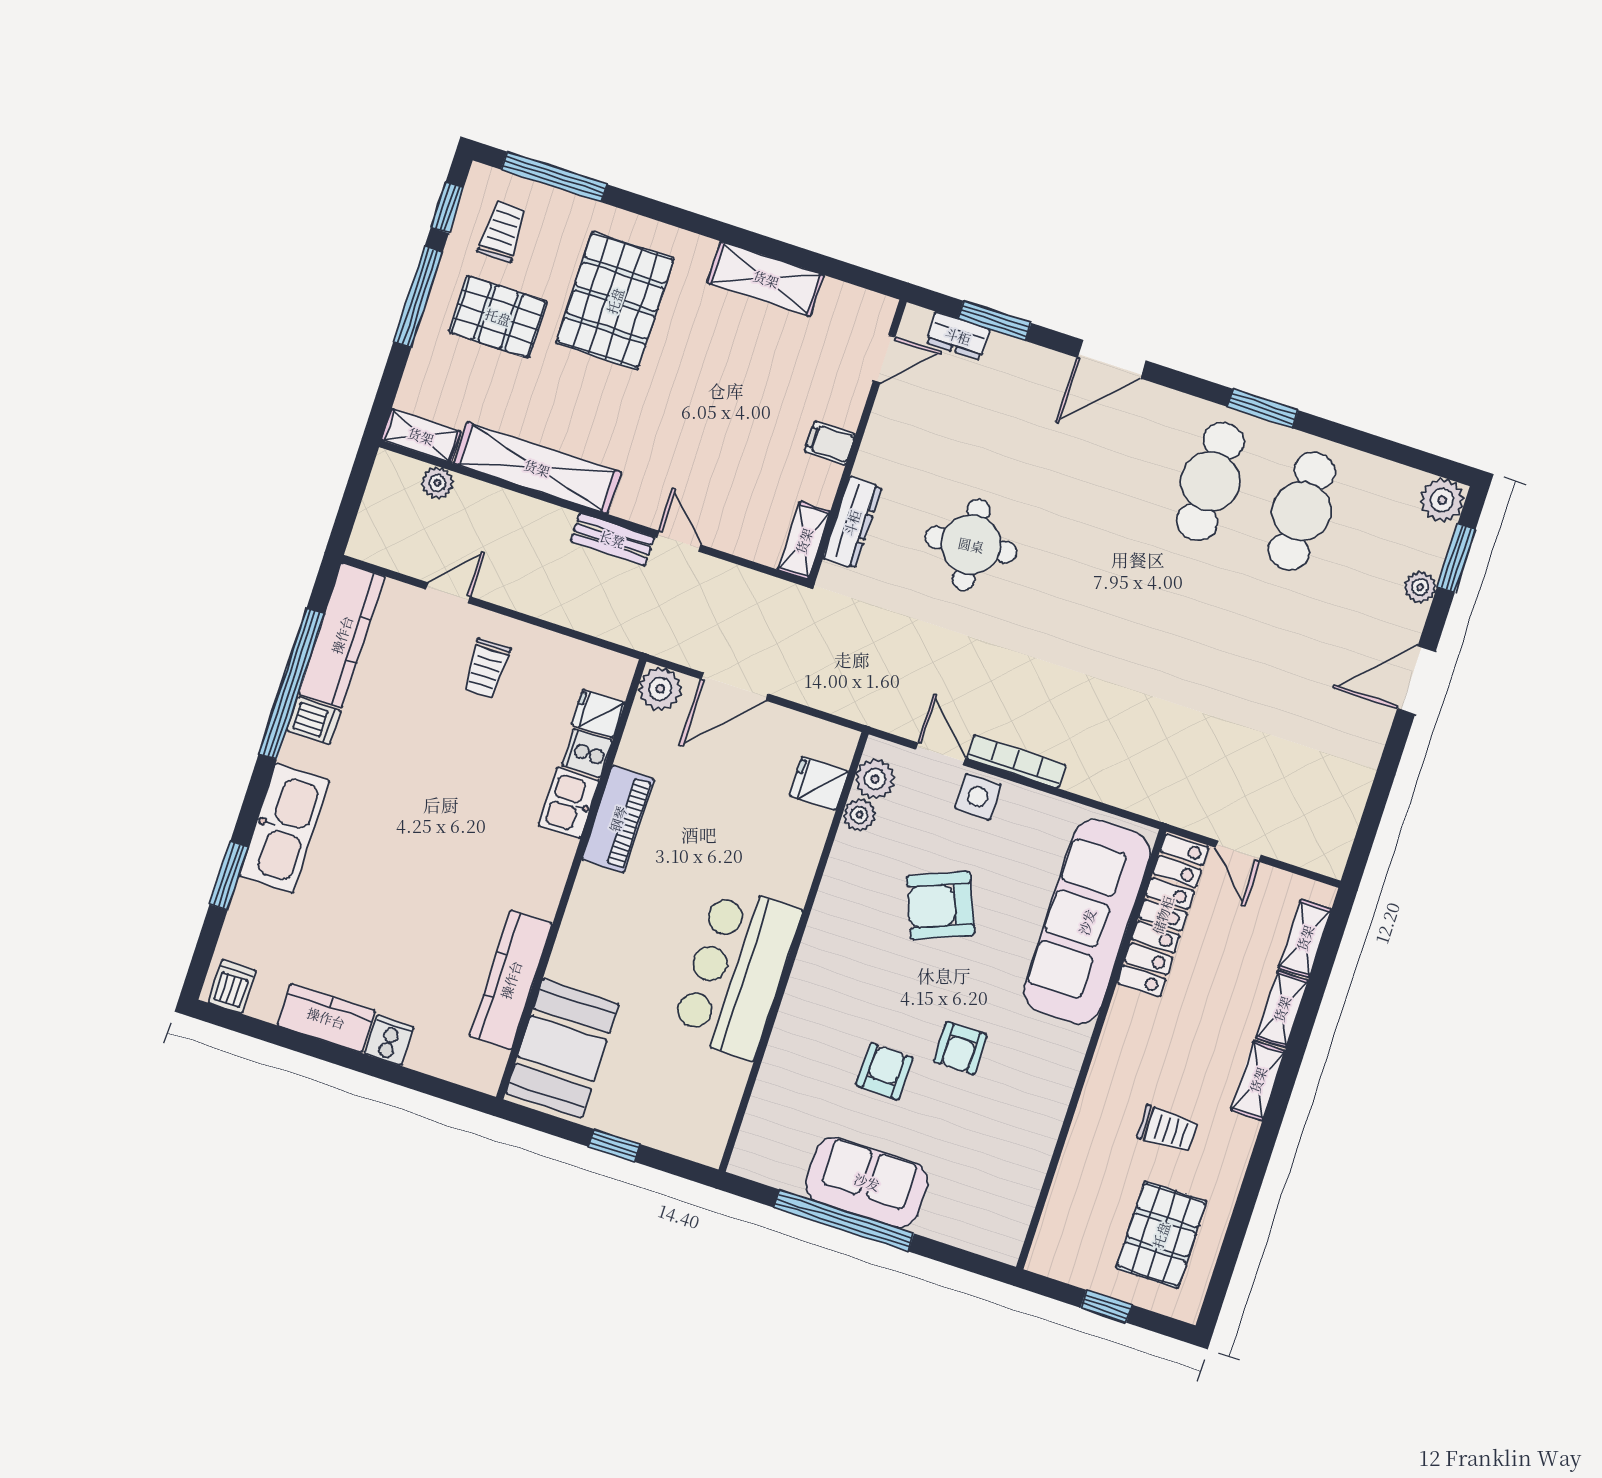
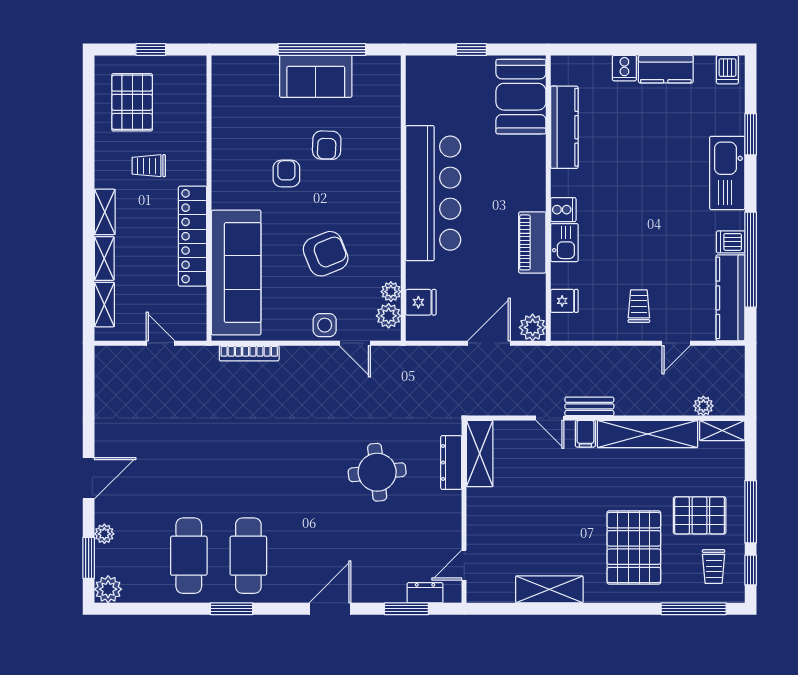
filing cabinet: (830, 443) -> (585, 434), moved, turned 90
shelving: (804, 541) -> (480, 454), width x1.50, depth x1.33
cooker: (587, 753) -> (563, 210), moved
bookcase: (1016, 762) -> (249, 353), moved
locker: (1163, 915) -> (193, 236), moved
bar counter: (736, 972) -> (433, 193), width x1.36

